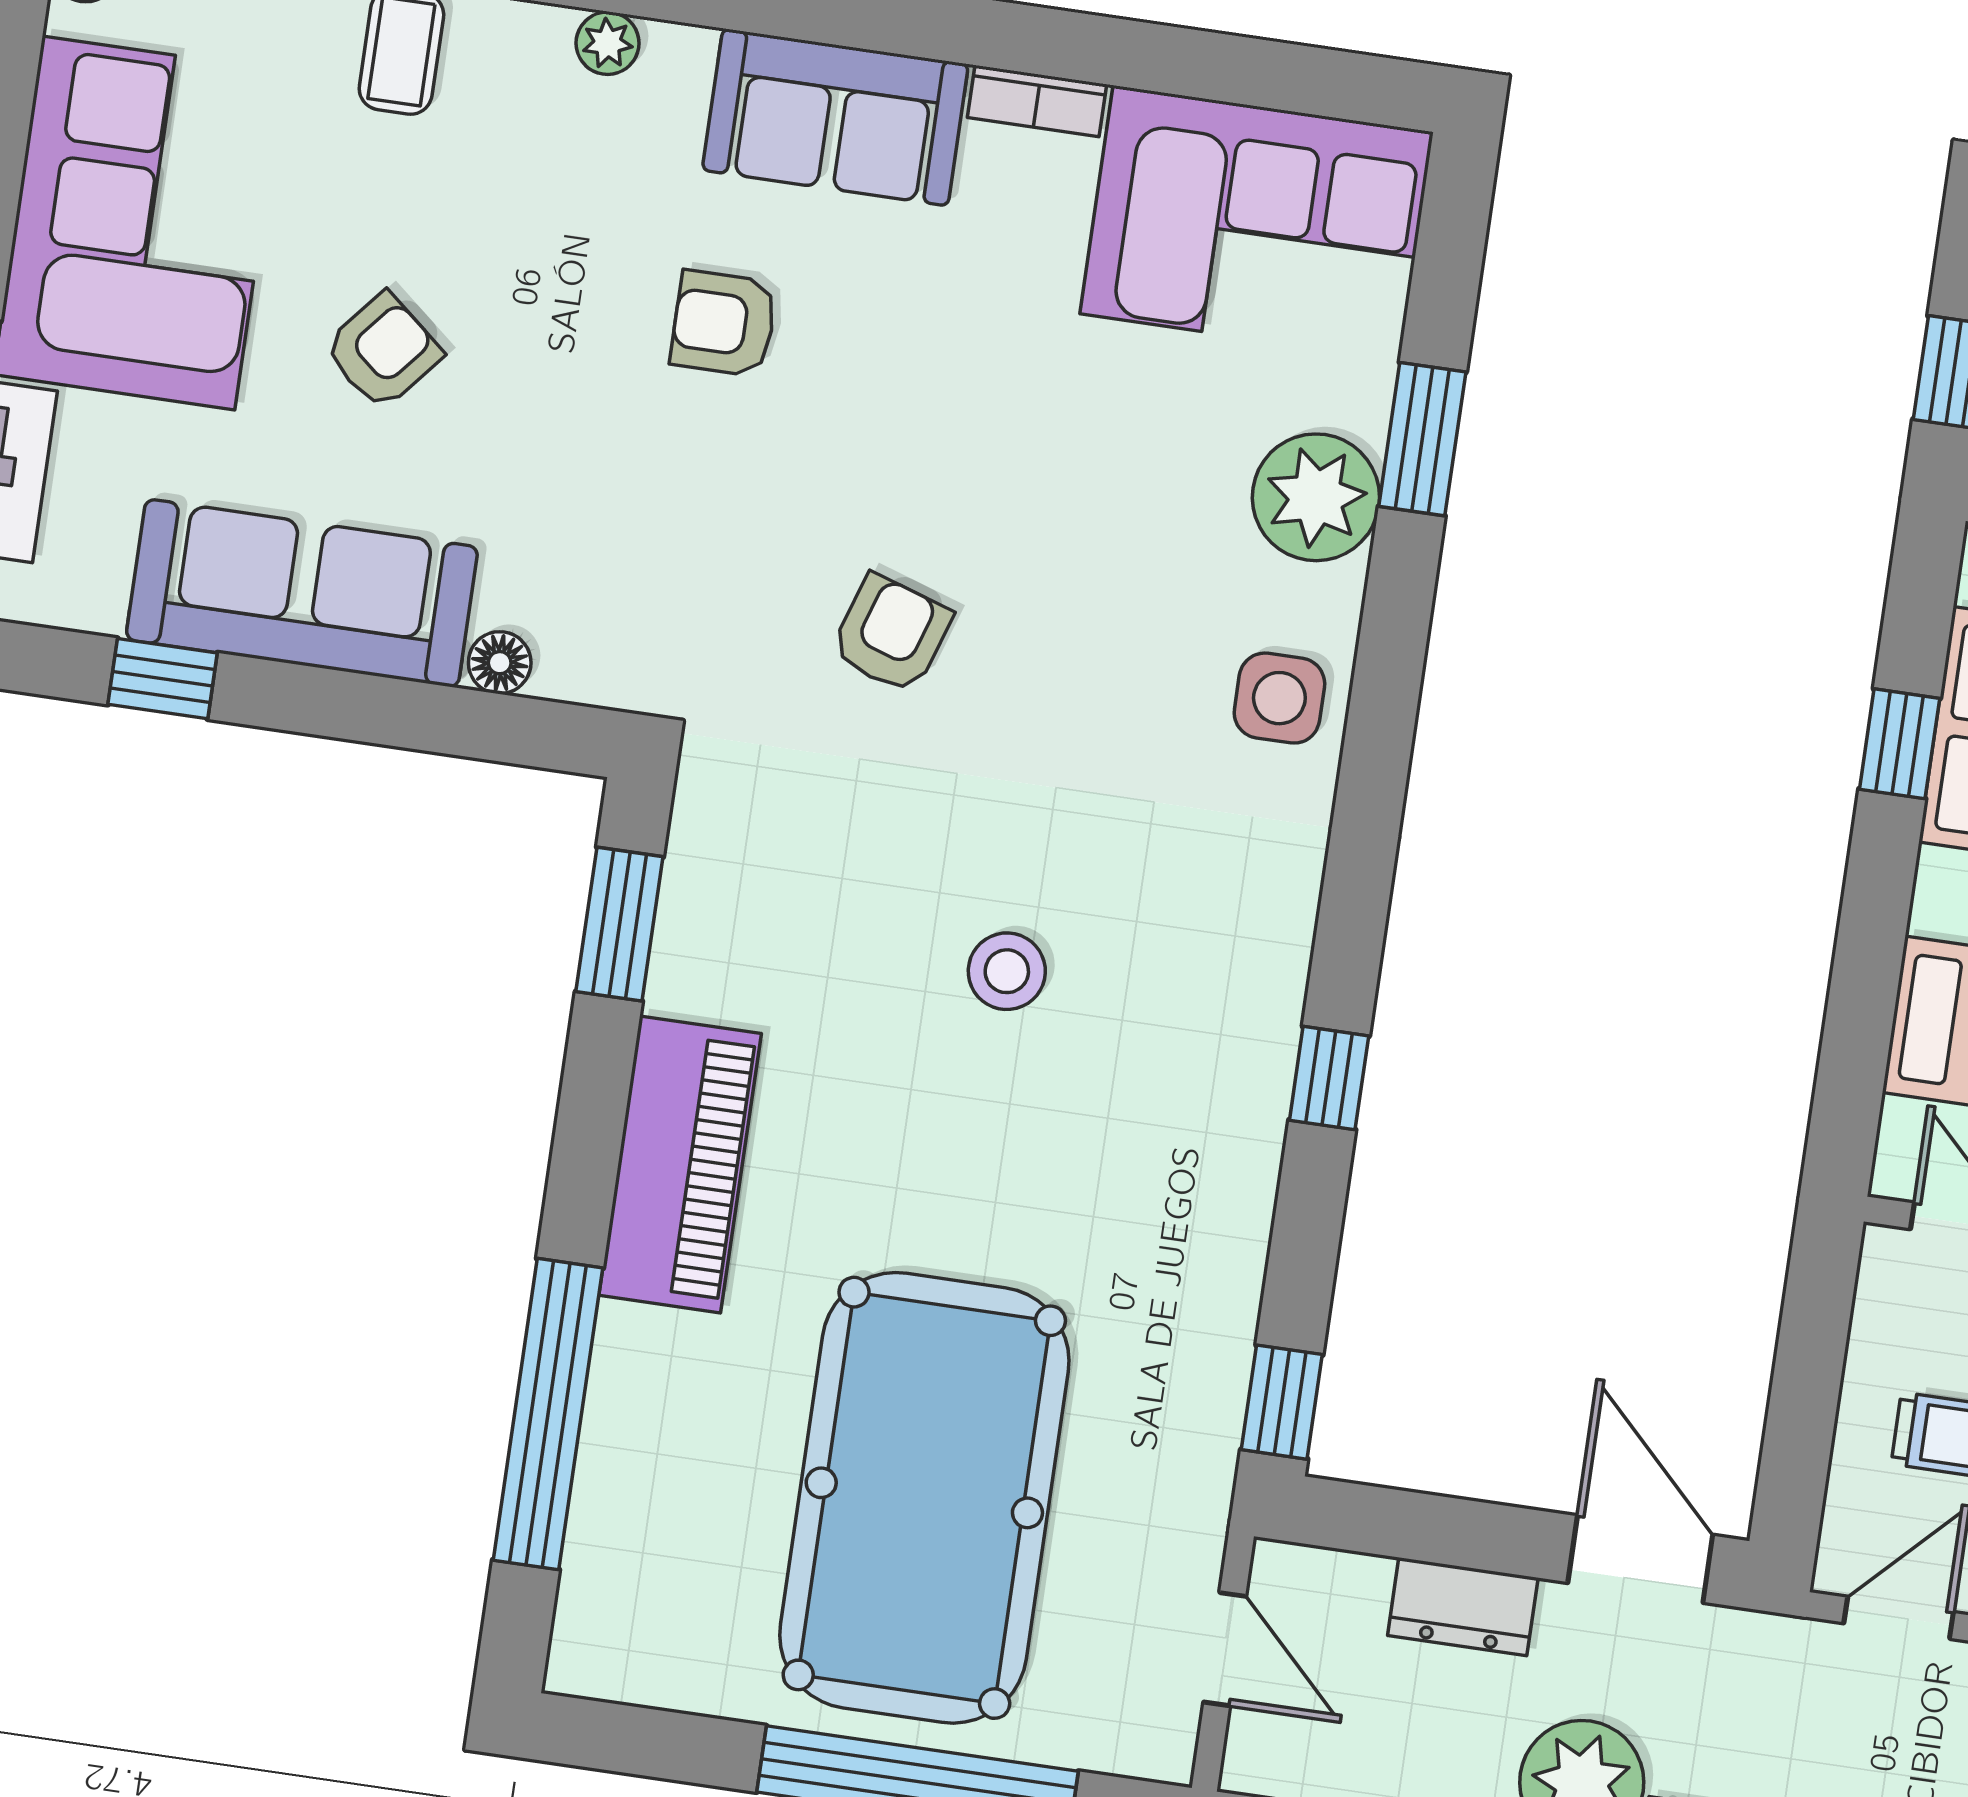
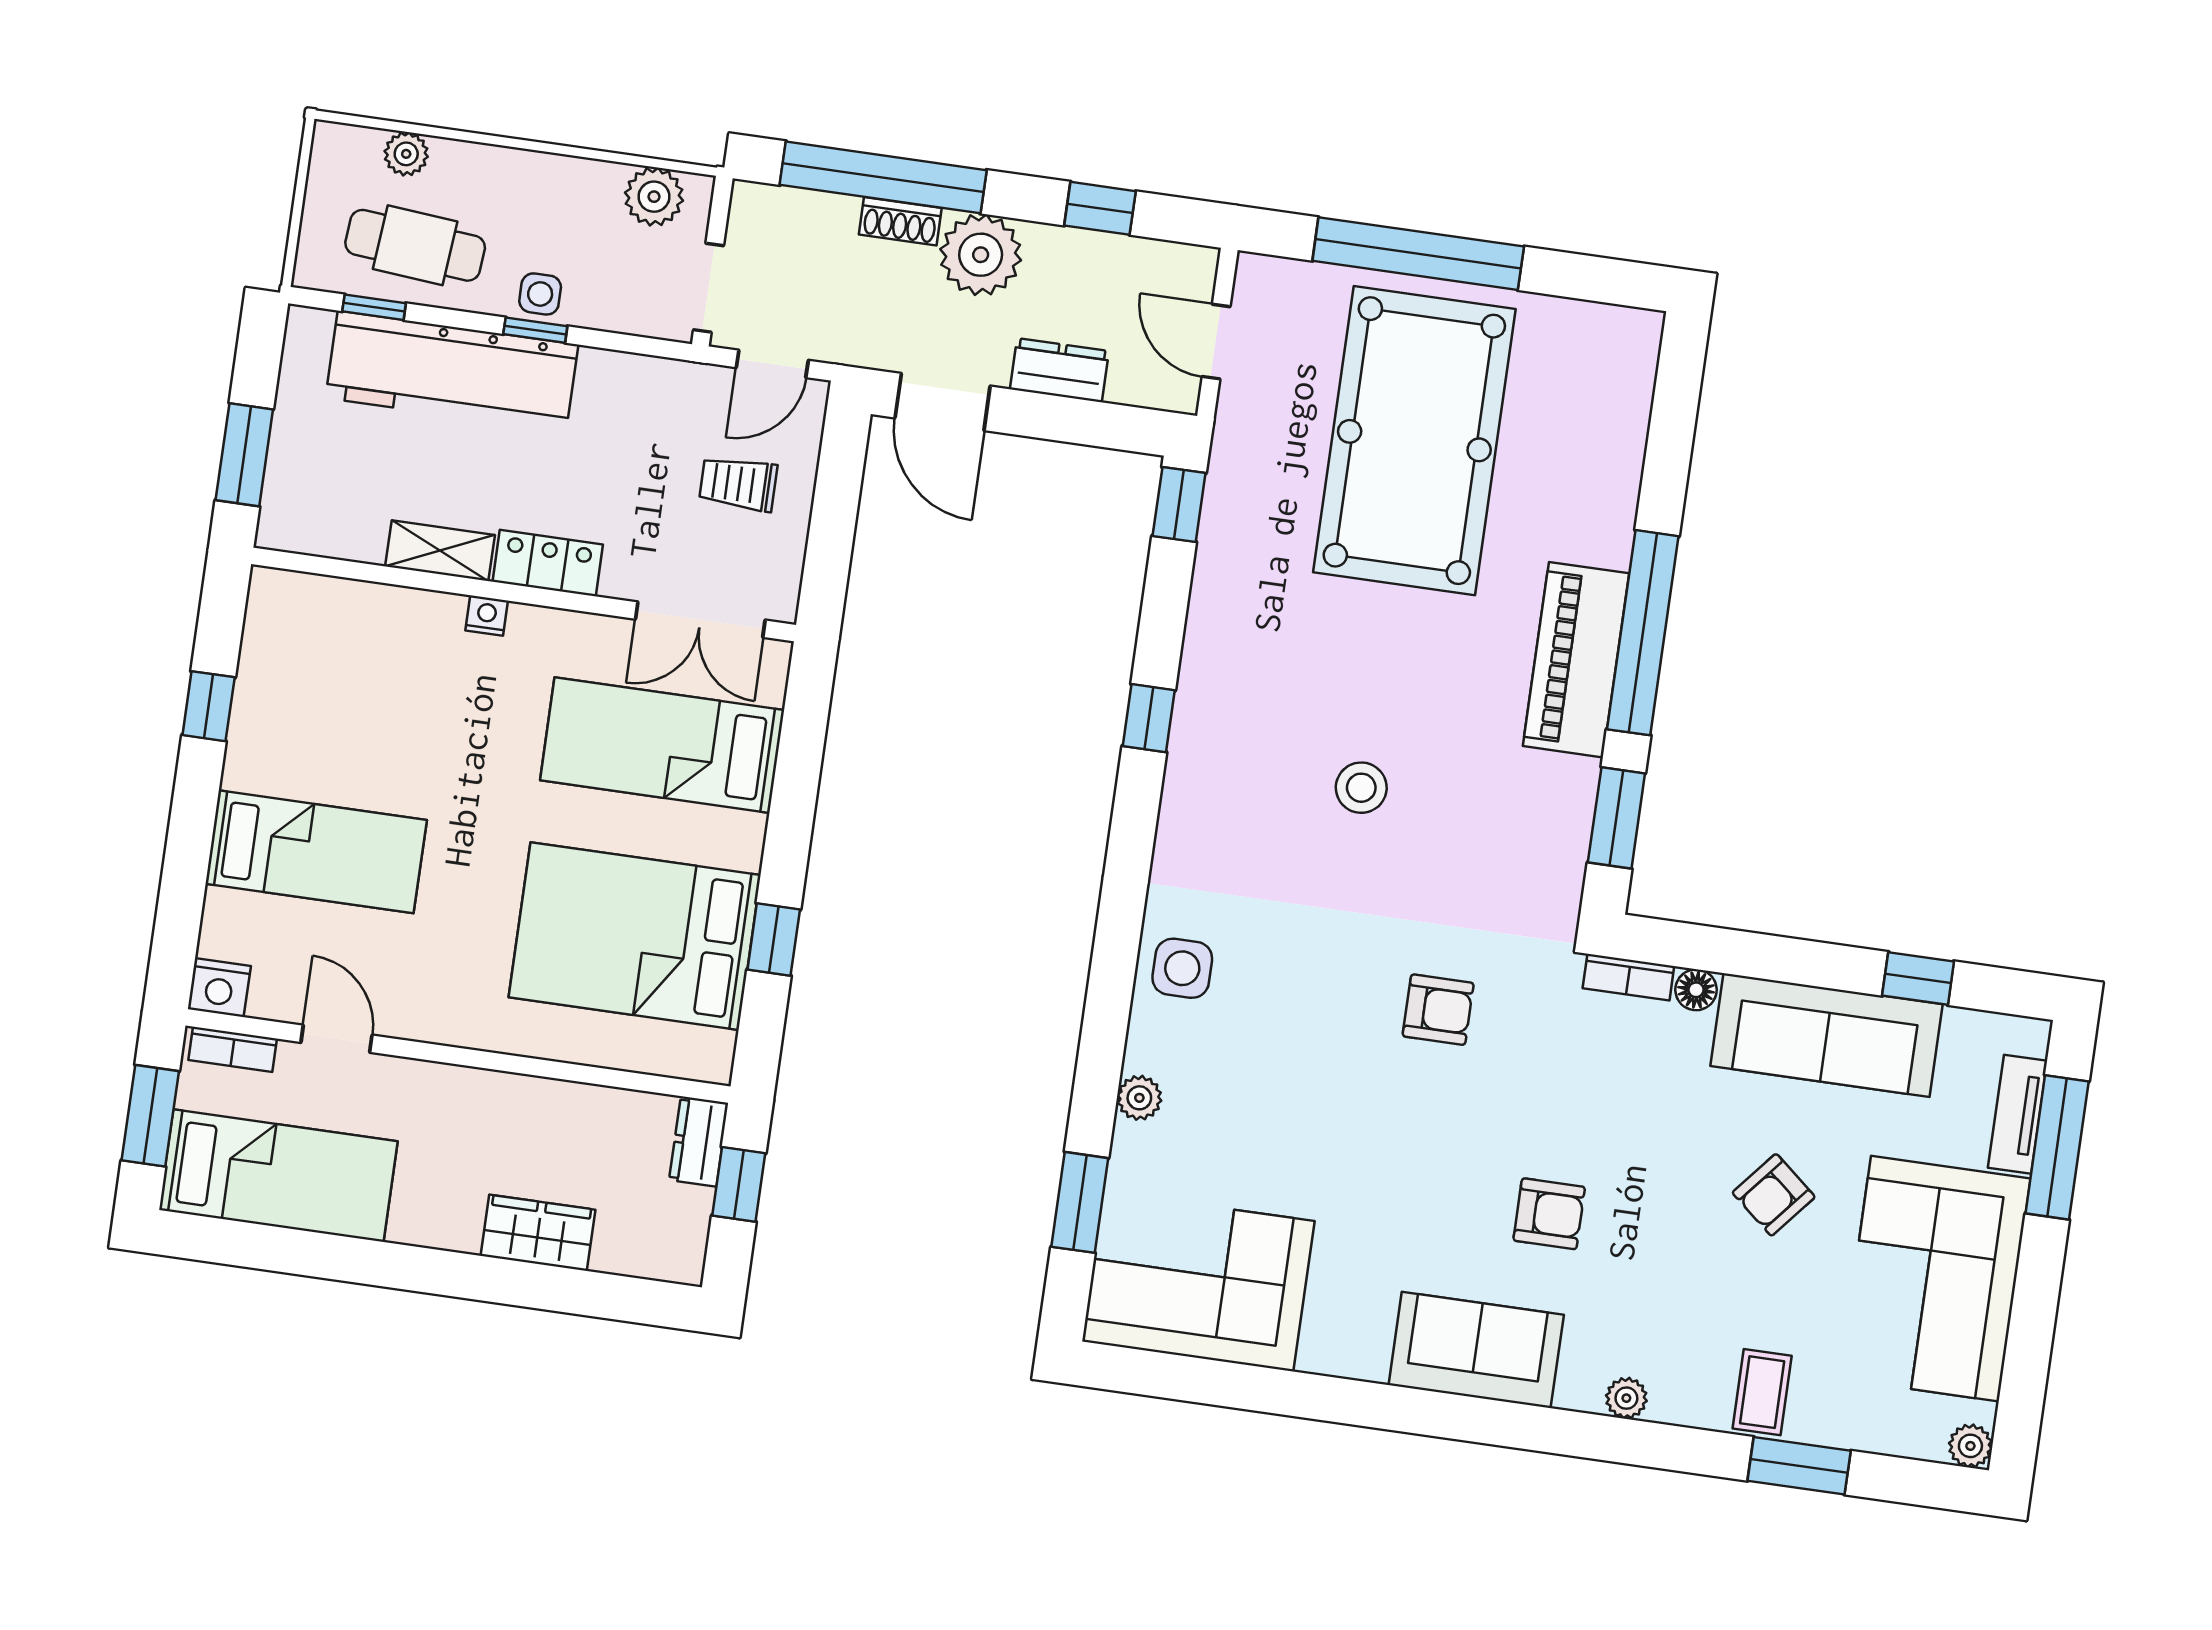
bookcase: (1037, 101) -> (1628, 977), moved, turned 180
window: (1422, 439) -> (1080, 1202), moved
plant: (1316, 497) -> (1139, 1098), width x0.53, depth x0.53
armchair: (891, 634) -> (1438, 1010), turned -108
window: (548, 1414) -> (1643, 633), moved

